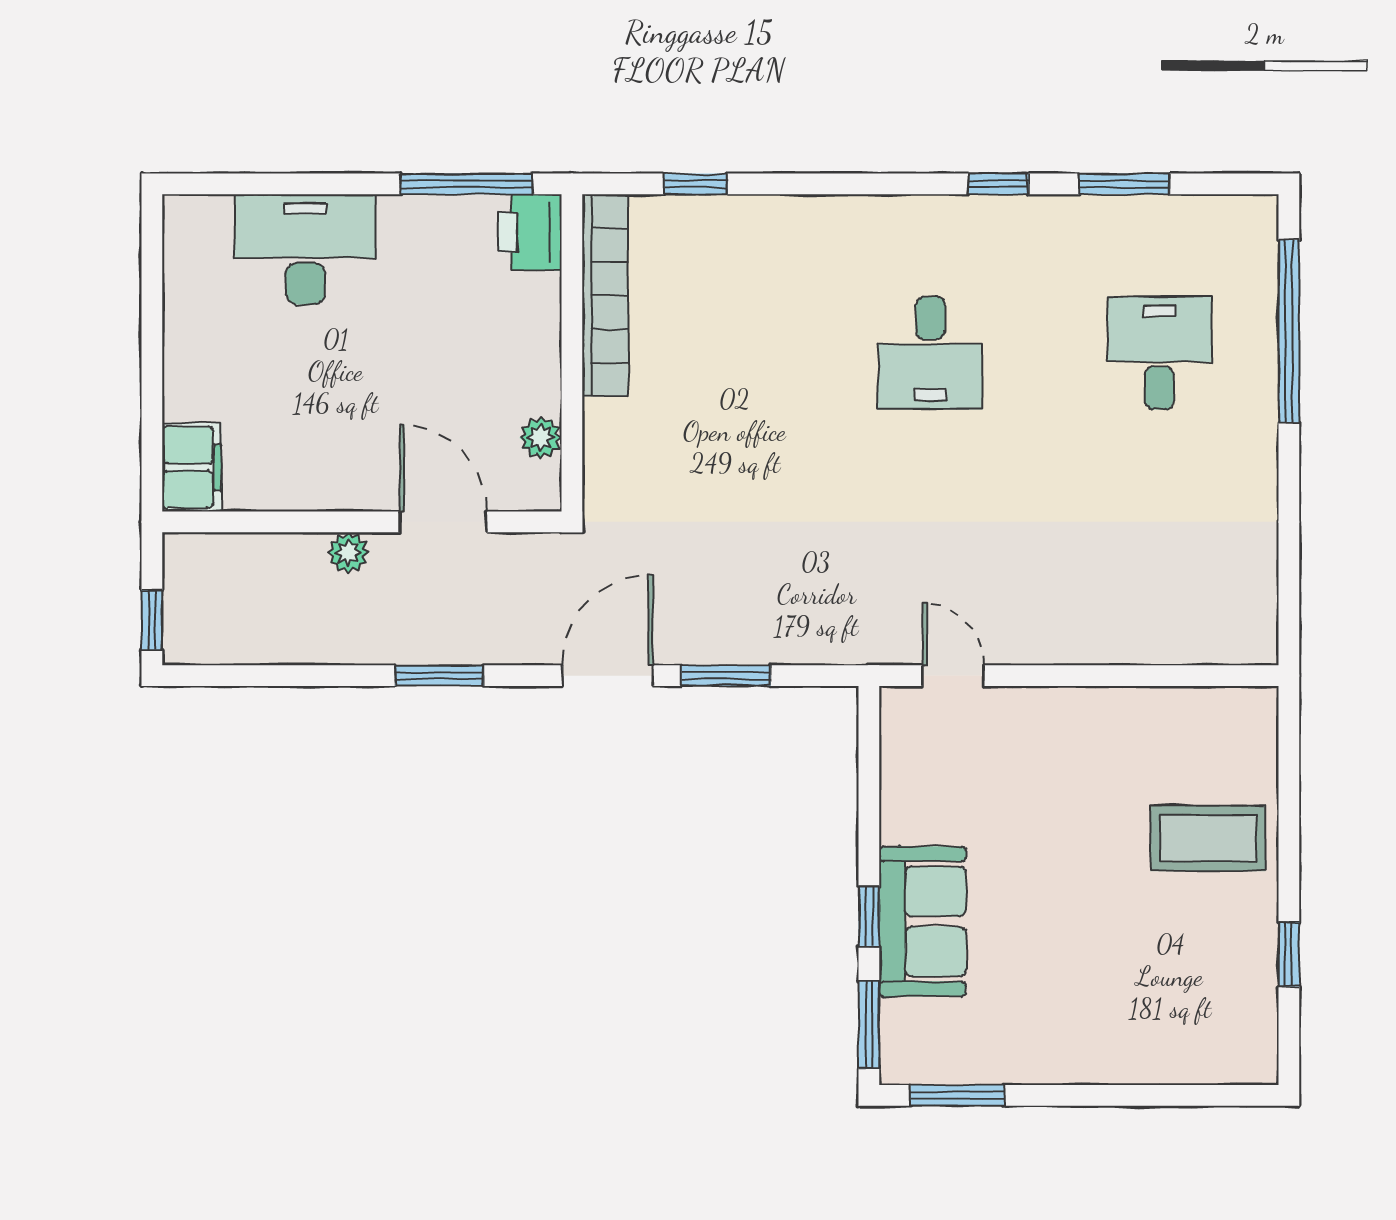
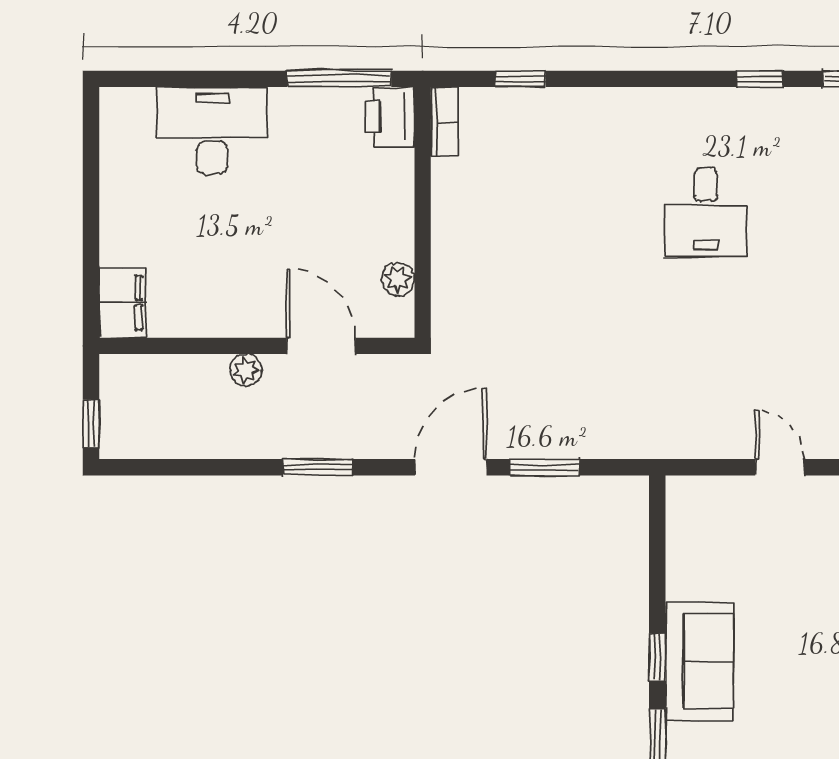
bookcase: (605, 295) -> (445, 122), width x0.43, depth x0.76
door: (953, 676) -> (780, 467), moved

